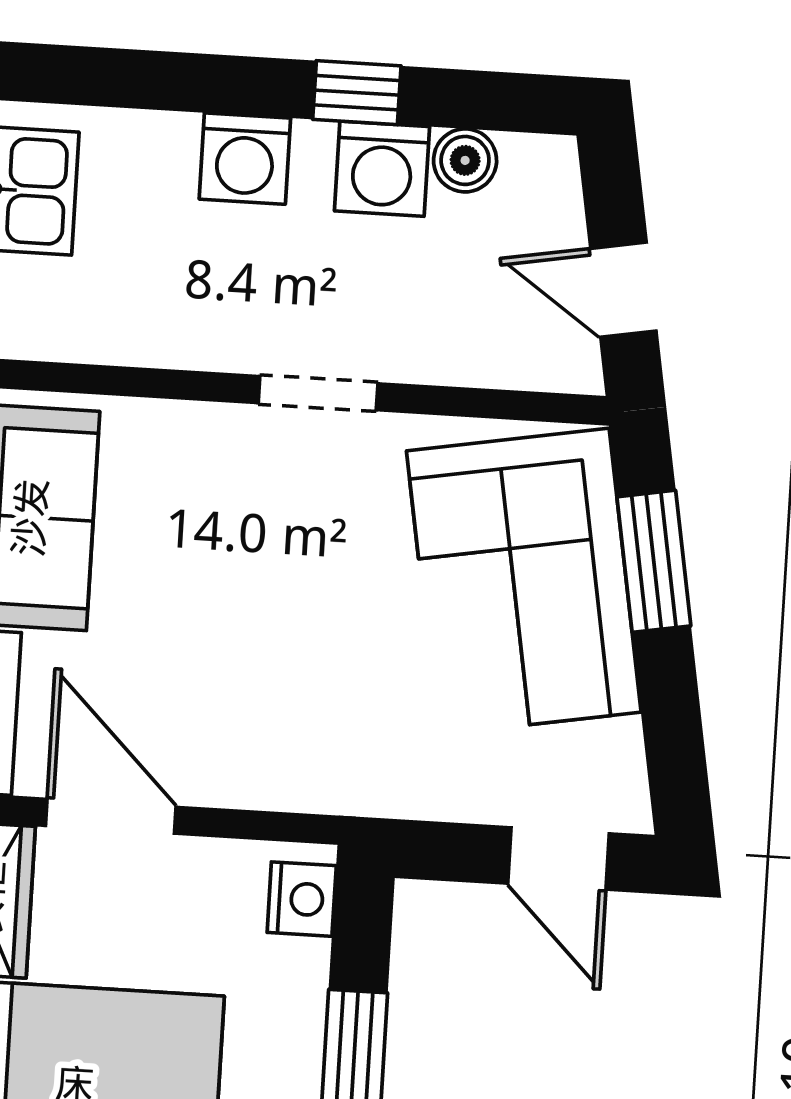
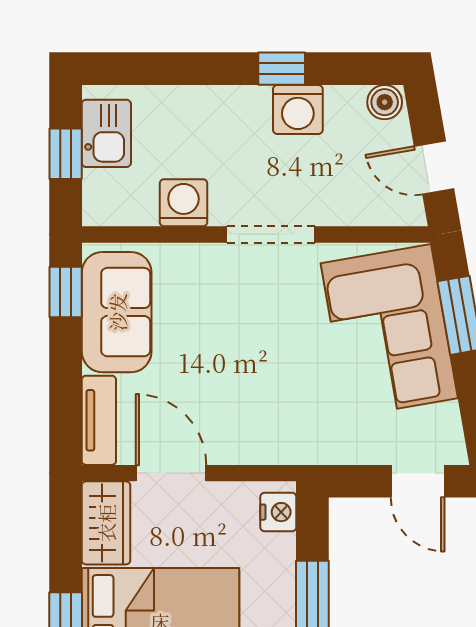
washing machine: (245, 159) -> (183, 203), moved, turned 180
boiler: (465, 160) -> (385, 102), moved
doorway: (318, 393) -> (270, 234), width x1.38

